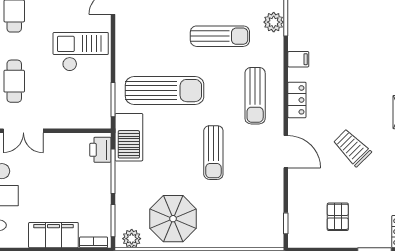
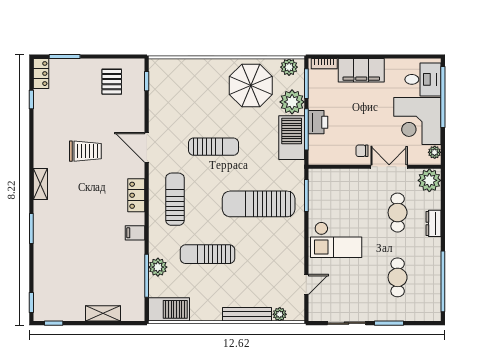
barbecue: (129, 137) -> (292, 138), moved
chair: (53, 148) -> (362, 151), added
trolley: (352, 148) -> (85, 151), turned -45
printer: (100, 150) -> (318, 122), moved
sun lounger: (213, 153) -> (213, 147), turned 90
plant: (128, 201) -> (292, 102), added
pallet: (338, 217) -> (112, 82), moved

